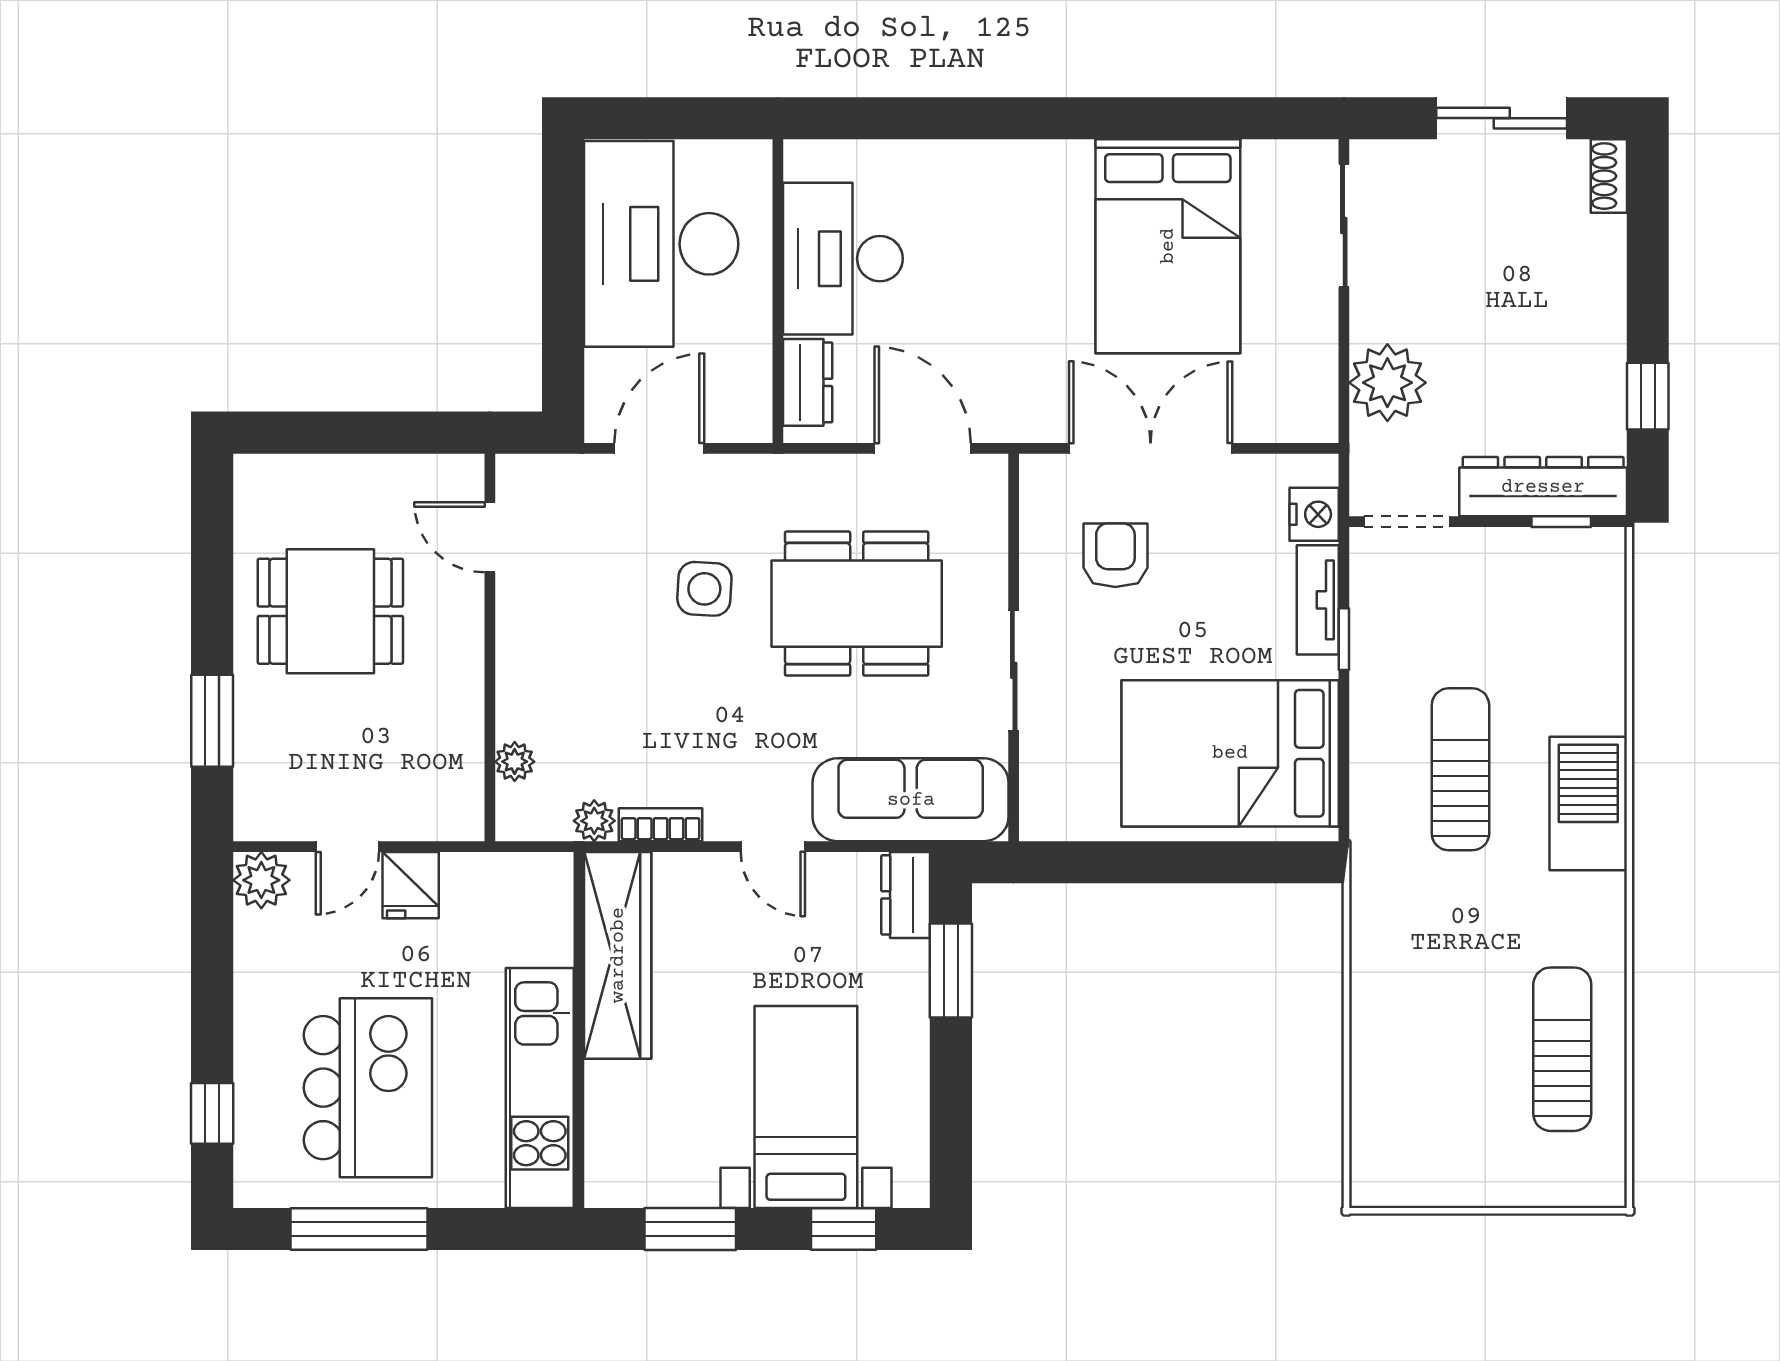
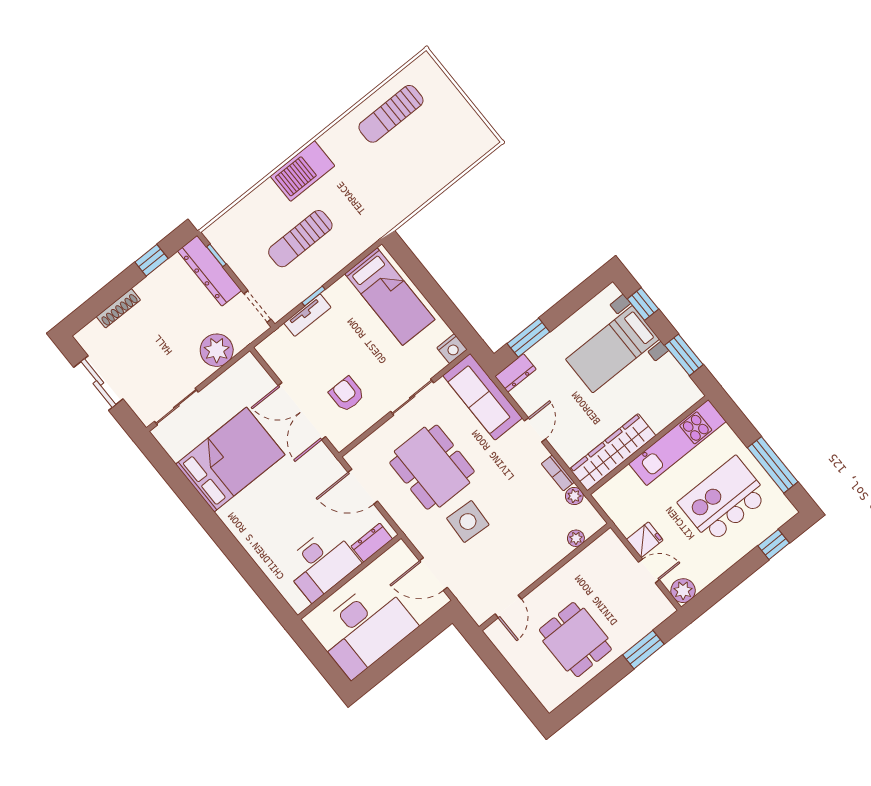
shoe rack: (1609, 176) -> (118, 308), moved, width x1.43
door: (923, 448) -> (363, 487), hinge flipped
nightstand: (1314, 514) -> (452, 349), moved, turned 180
armchair: (1115, 555) -> (347, 394), turned 90
side table: (704, 589) -> (468, 522), width x1.37, depth x1.37
bed: (1230, 753) -> (390, 297), width x0.67
sun lounger: (1460, 769) -> (300, 239), moved

